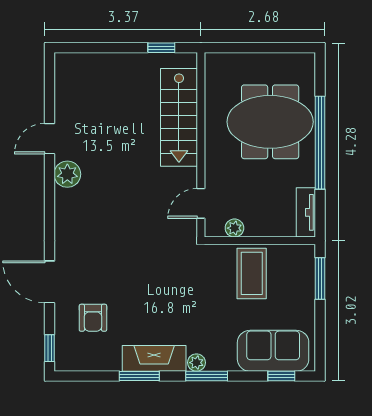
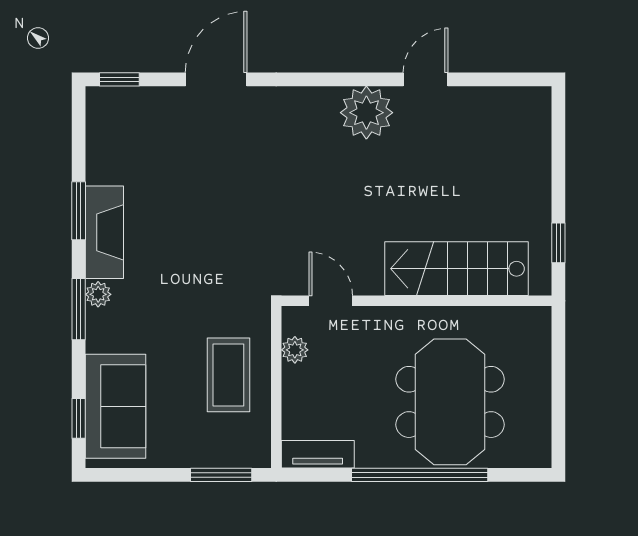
door: (49, 139) -> (426, 79), hinge flipped
plant: (67, 174) -> (366, 113), width x1.36, depth x1.36
coffee table: (252, 273) -> (228, 375), turned 90
armchair: (93, 318) -> (164, 143), removed

